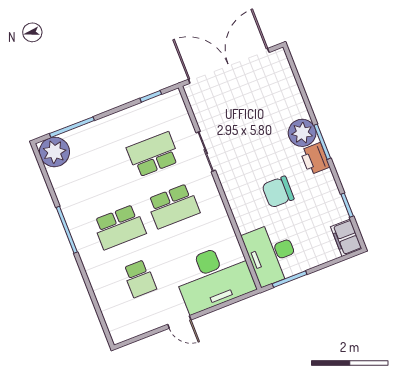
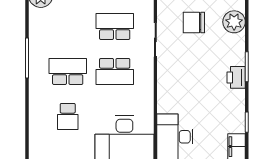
plant: (302, 133) -> (234, 22), moved
chair: (278, 192) -> (194, 22), moved
school desk: (119, 227) -> (68, 71), turned 180

